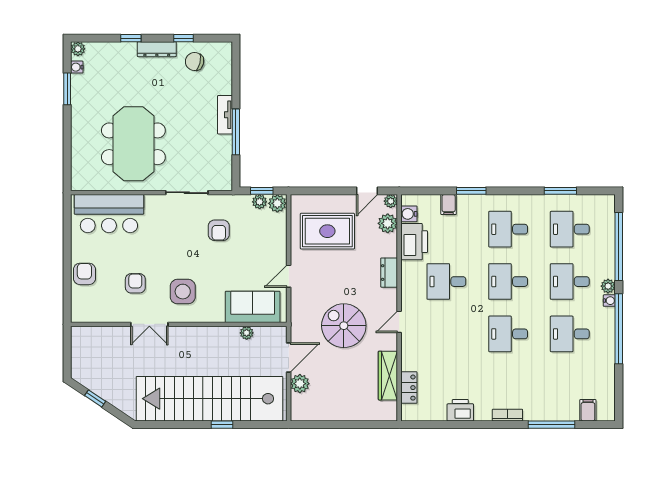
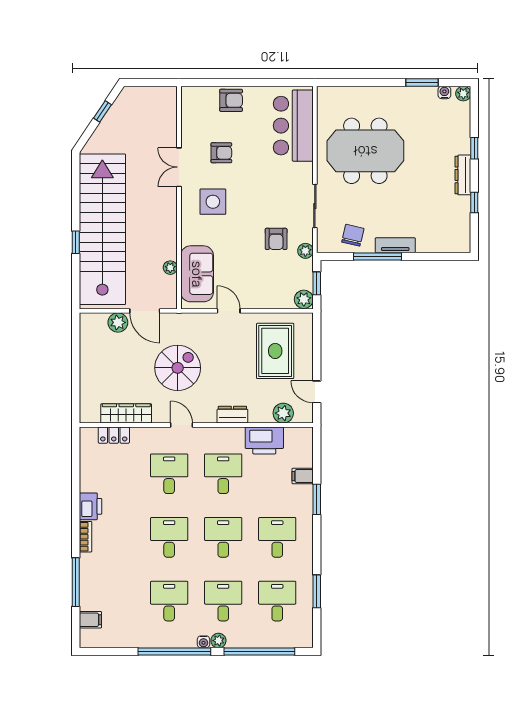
chair: (195, 62) -> (353, 235), moved
plant: (391, 201) -> (306, 416), removed
plant: (260, 202) -> (305, 251), moved
water cooler: (409, 214) -> (293, 435), removed
armchair: (219, 230) -> (276, 239), turned -90
desk: (446, 334) -> (169, 474), added
printer: (460, 410) -> (90, 506), moved

